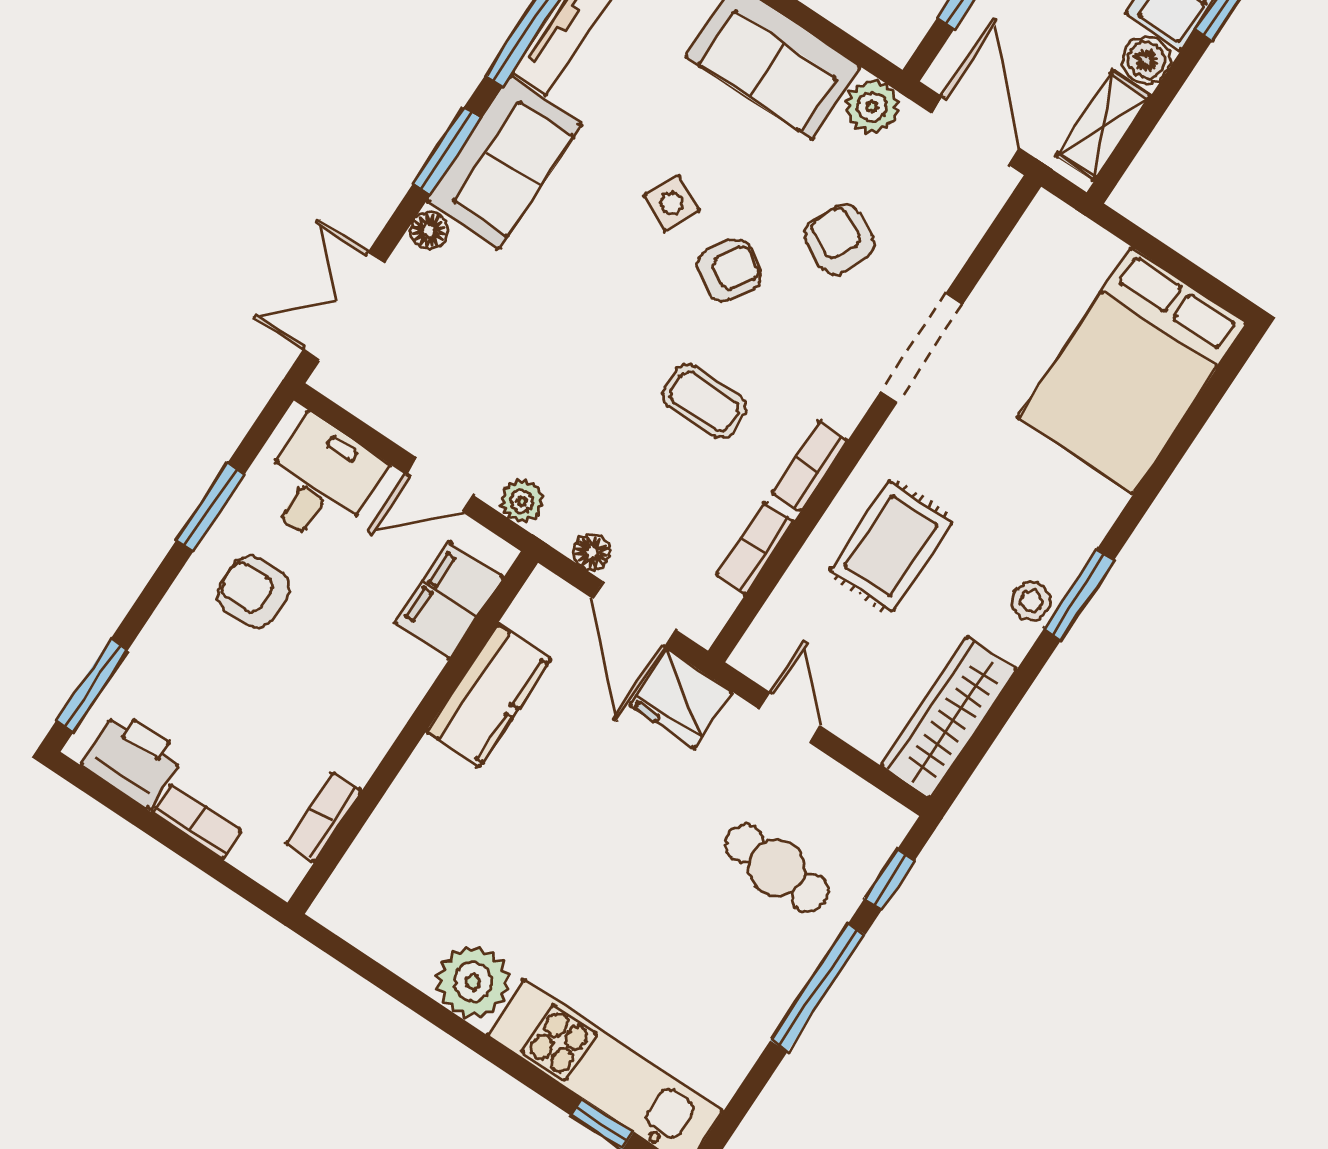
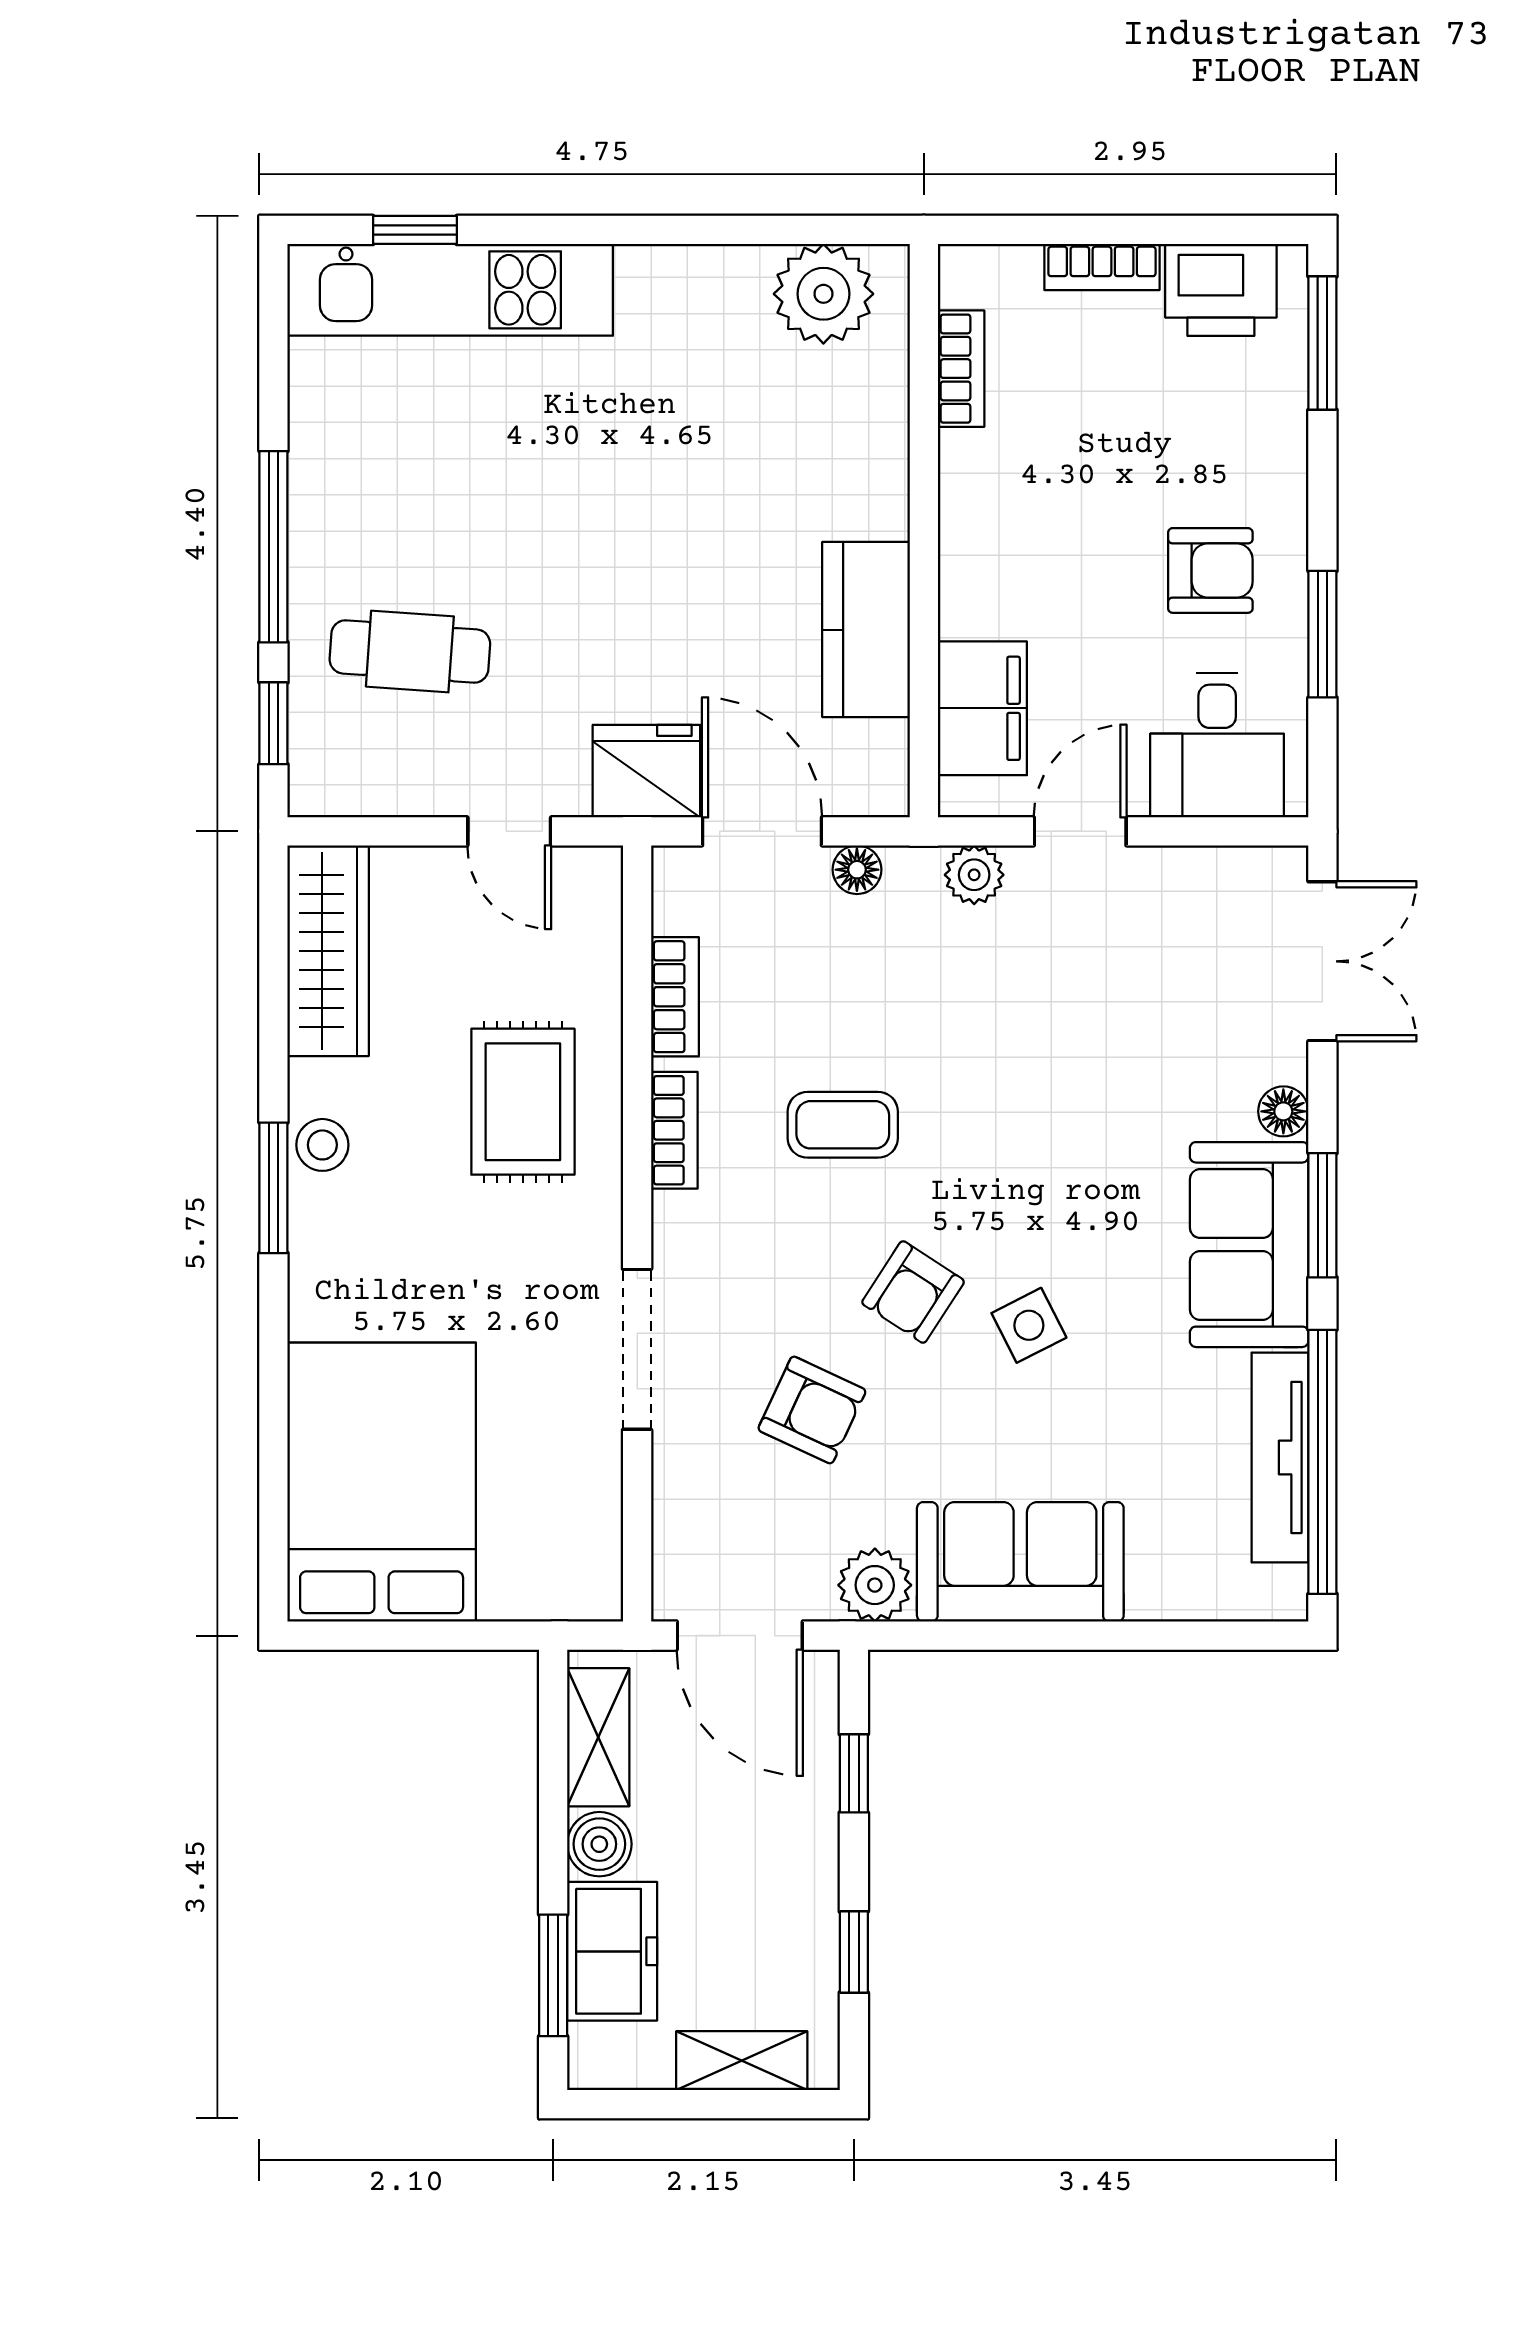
side table: (672, 203) -> (1029, 1325), turned 37
plant: (473, 982) -> (823, 294), moved

